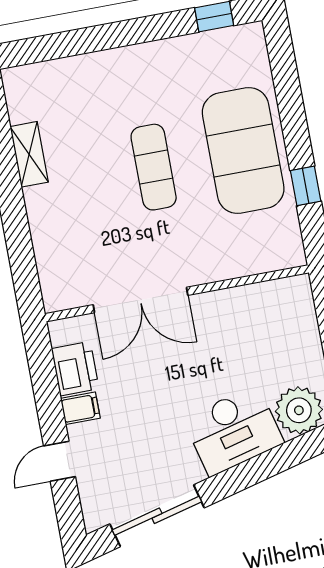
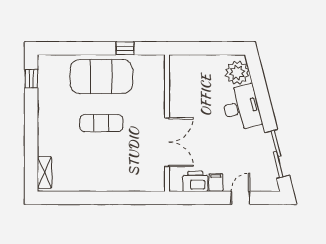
shelving: (29, 154) -> (45, 173), moved, turned 90
door: (60, 461) -> (241, 198), swing flipped

